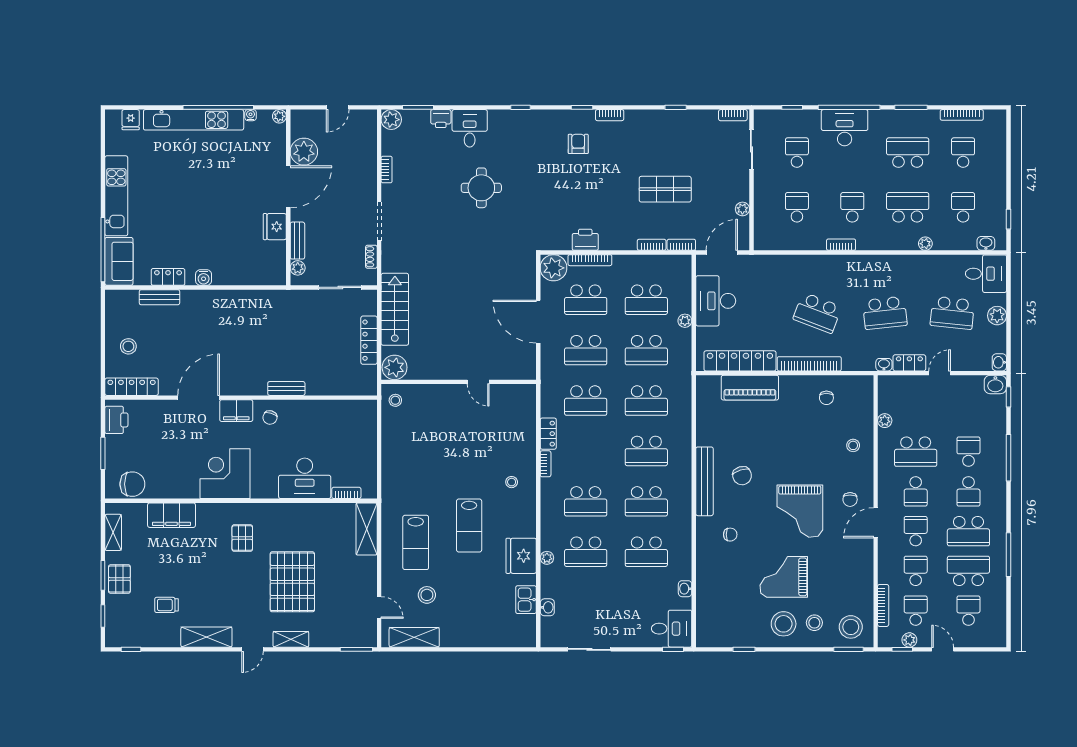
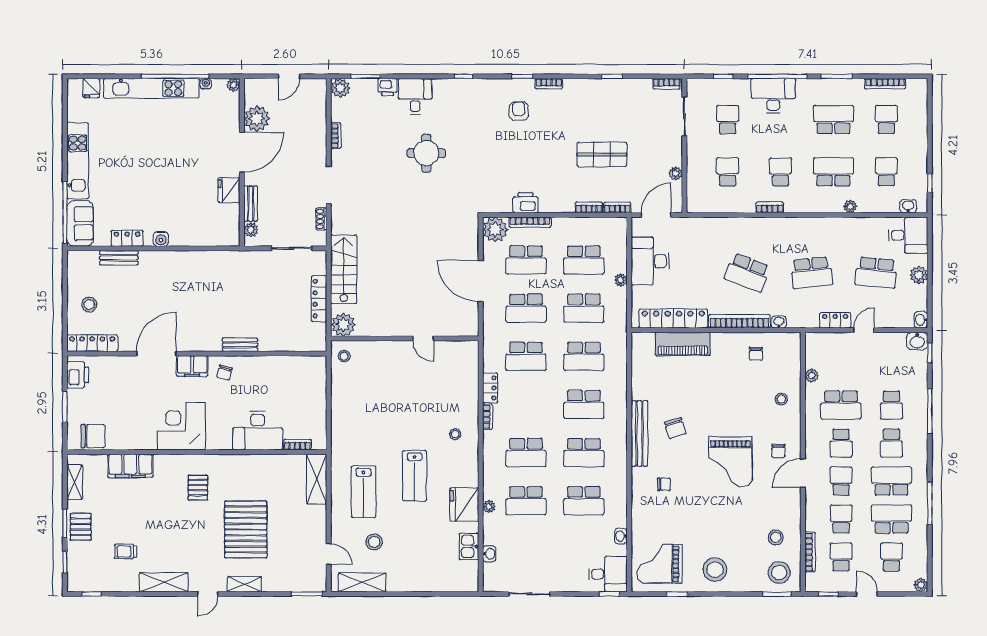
washbasin: (884, 365) -> (779, 322), moved
school desk: (968, 452) -> (892, 405), turned 180
school desk: (968, 531) -> (892, 481), turned 180
grand piano: (784, 577) -> (659, 564), moved
stool: (814, 623) -> (776, 537), moved
plant: (909, 640) -> (921, 585), moved

